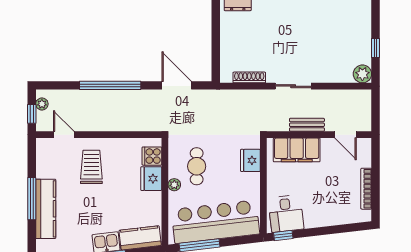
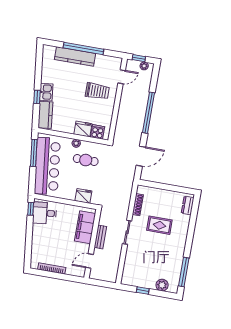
rug: (274, 40) -> (159, 225), added
plant: (362, 74) -> (162, 285), moved
window: (32, 199) -> (83, 48), width x1.46

